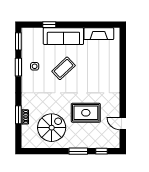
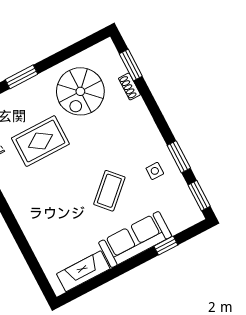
window: (18, 115) -> (131, 65), moved

